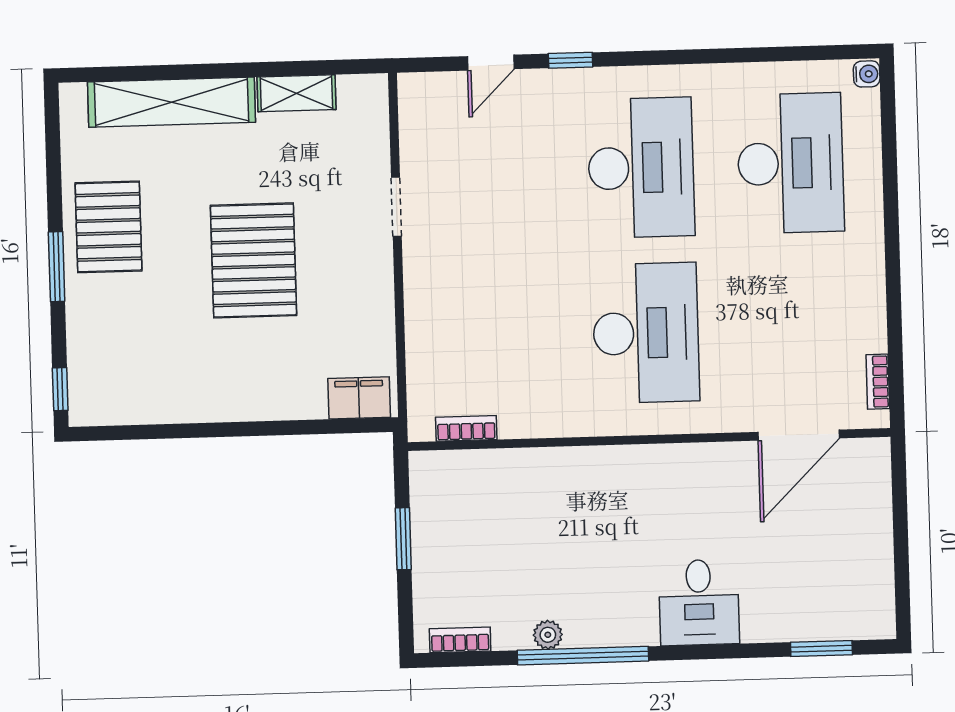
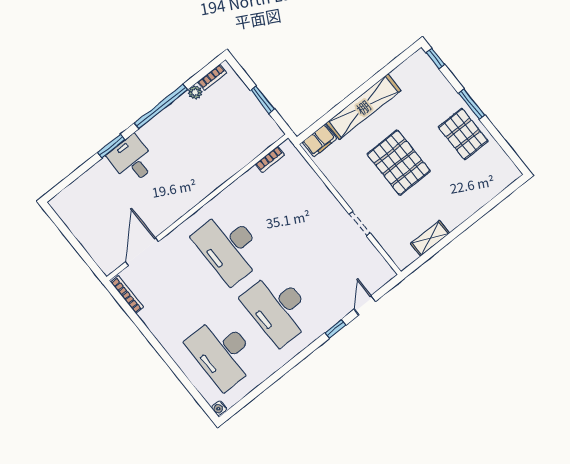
shelving: (172, 102) -> (363, 107), moved
bookcase: (878, 382) -> (127, 295), width x1.56
plant: (548, 635) -> (195, 92), moved
window: (821, 649) -> (111, 146), moved

